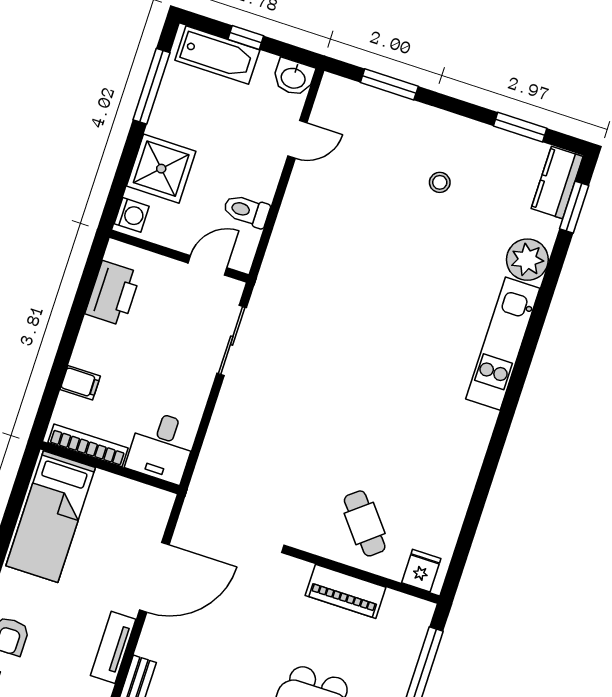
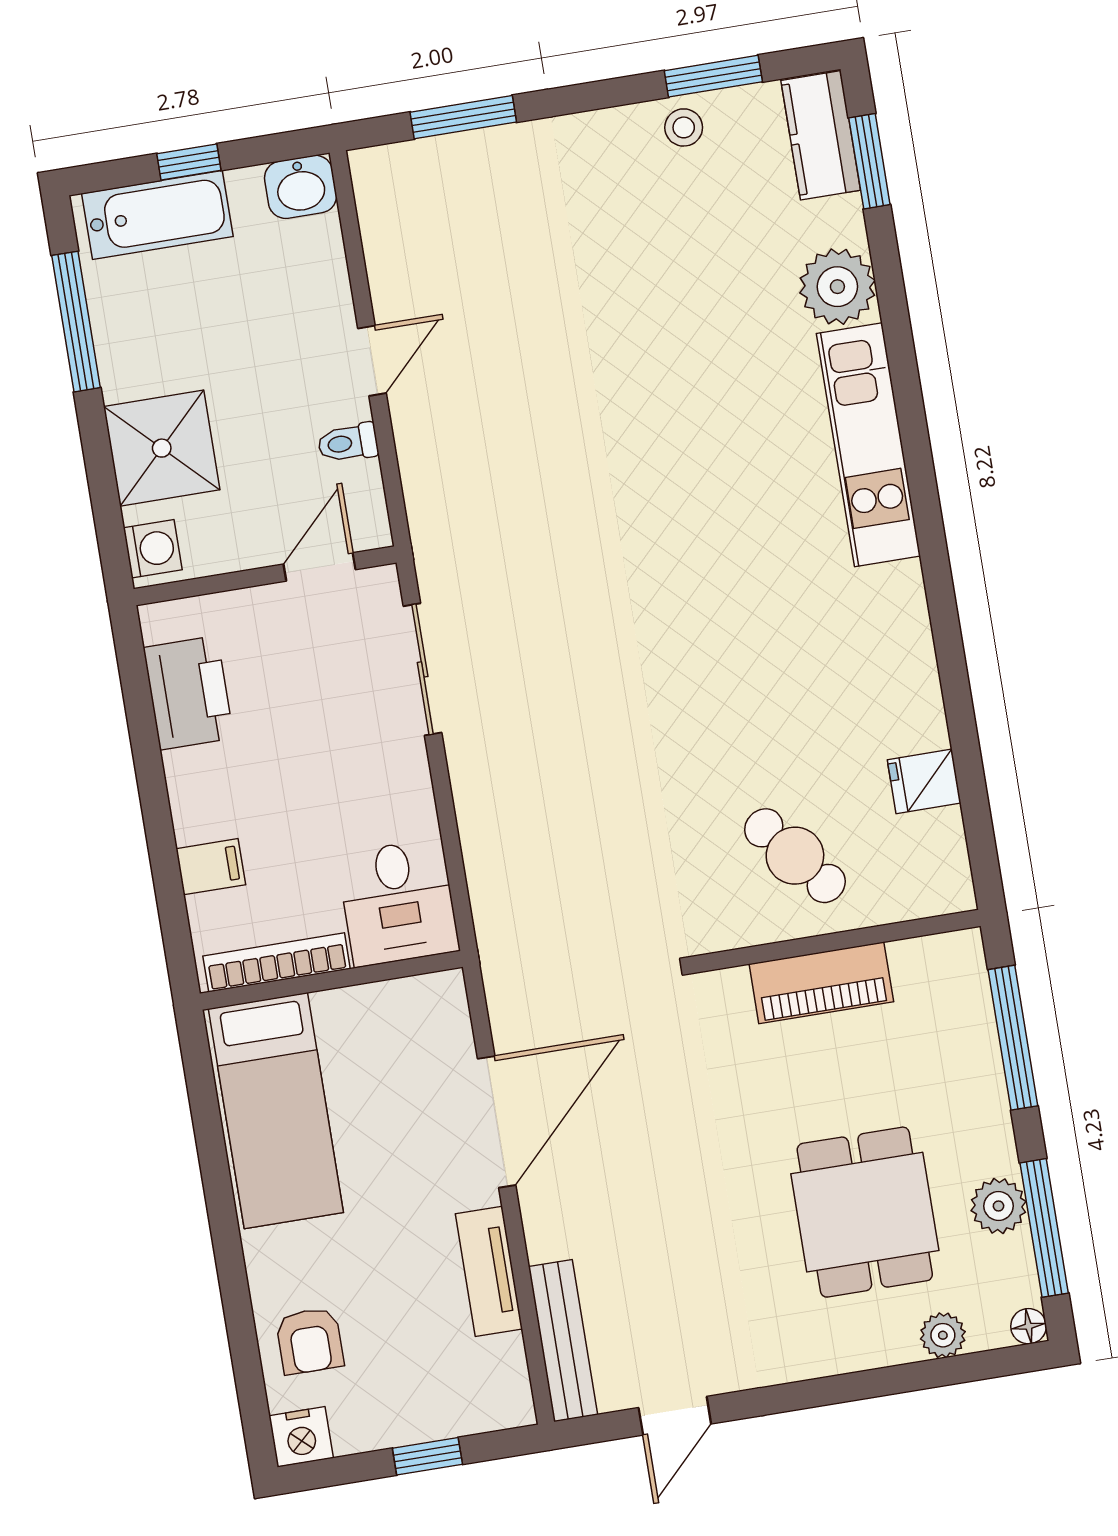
door: (297, 139) -> (372, 361), moved
stool: (440, 182) -> (684, 127), moved
toilet: (246, 211) -> (348, 443), width x0.73, depth x0.72
fridge: (421, 571) -> (924, 781), moved, turned -90

